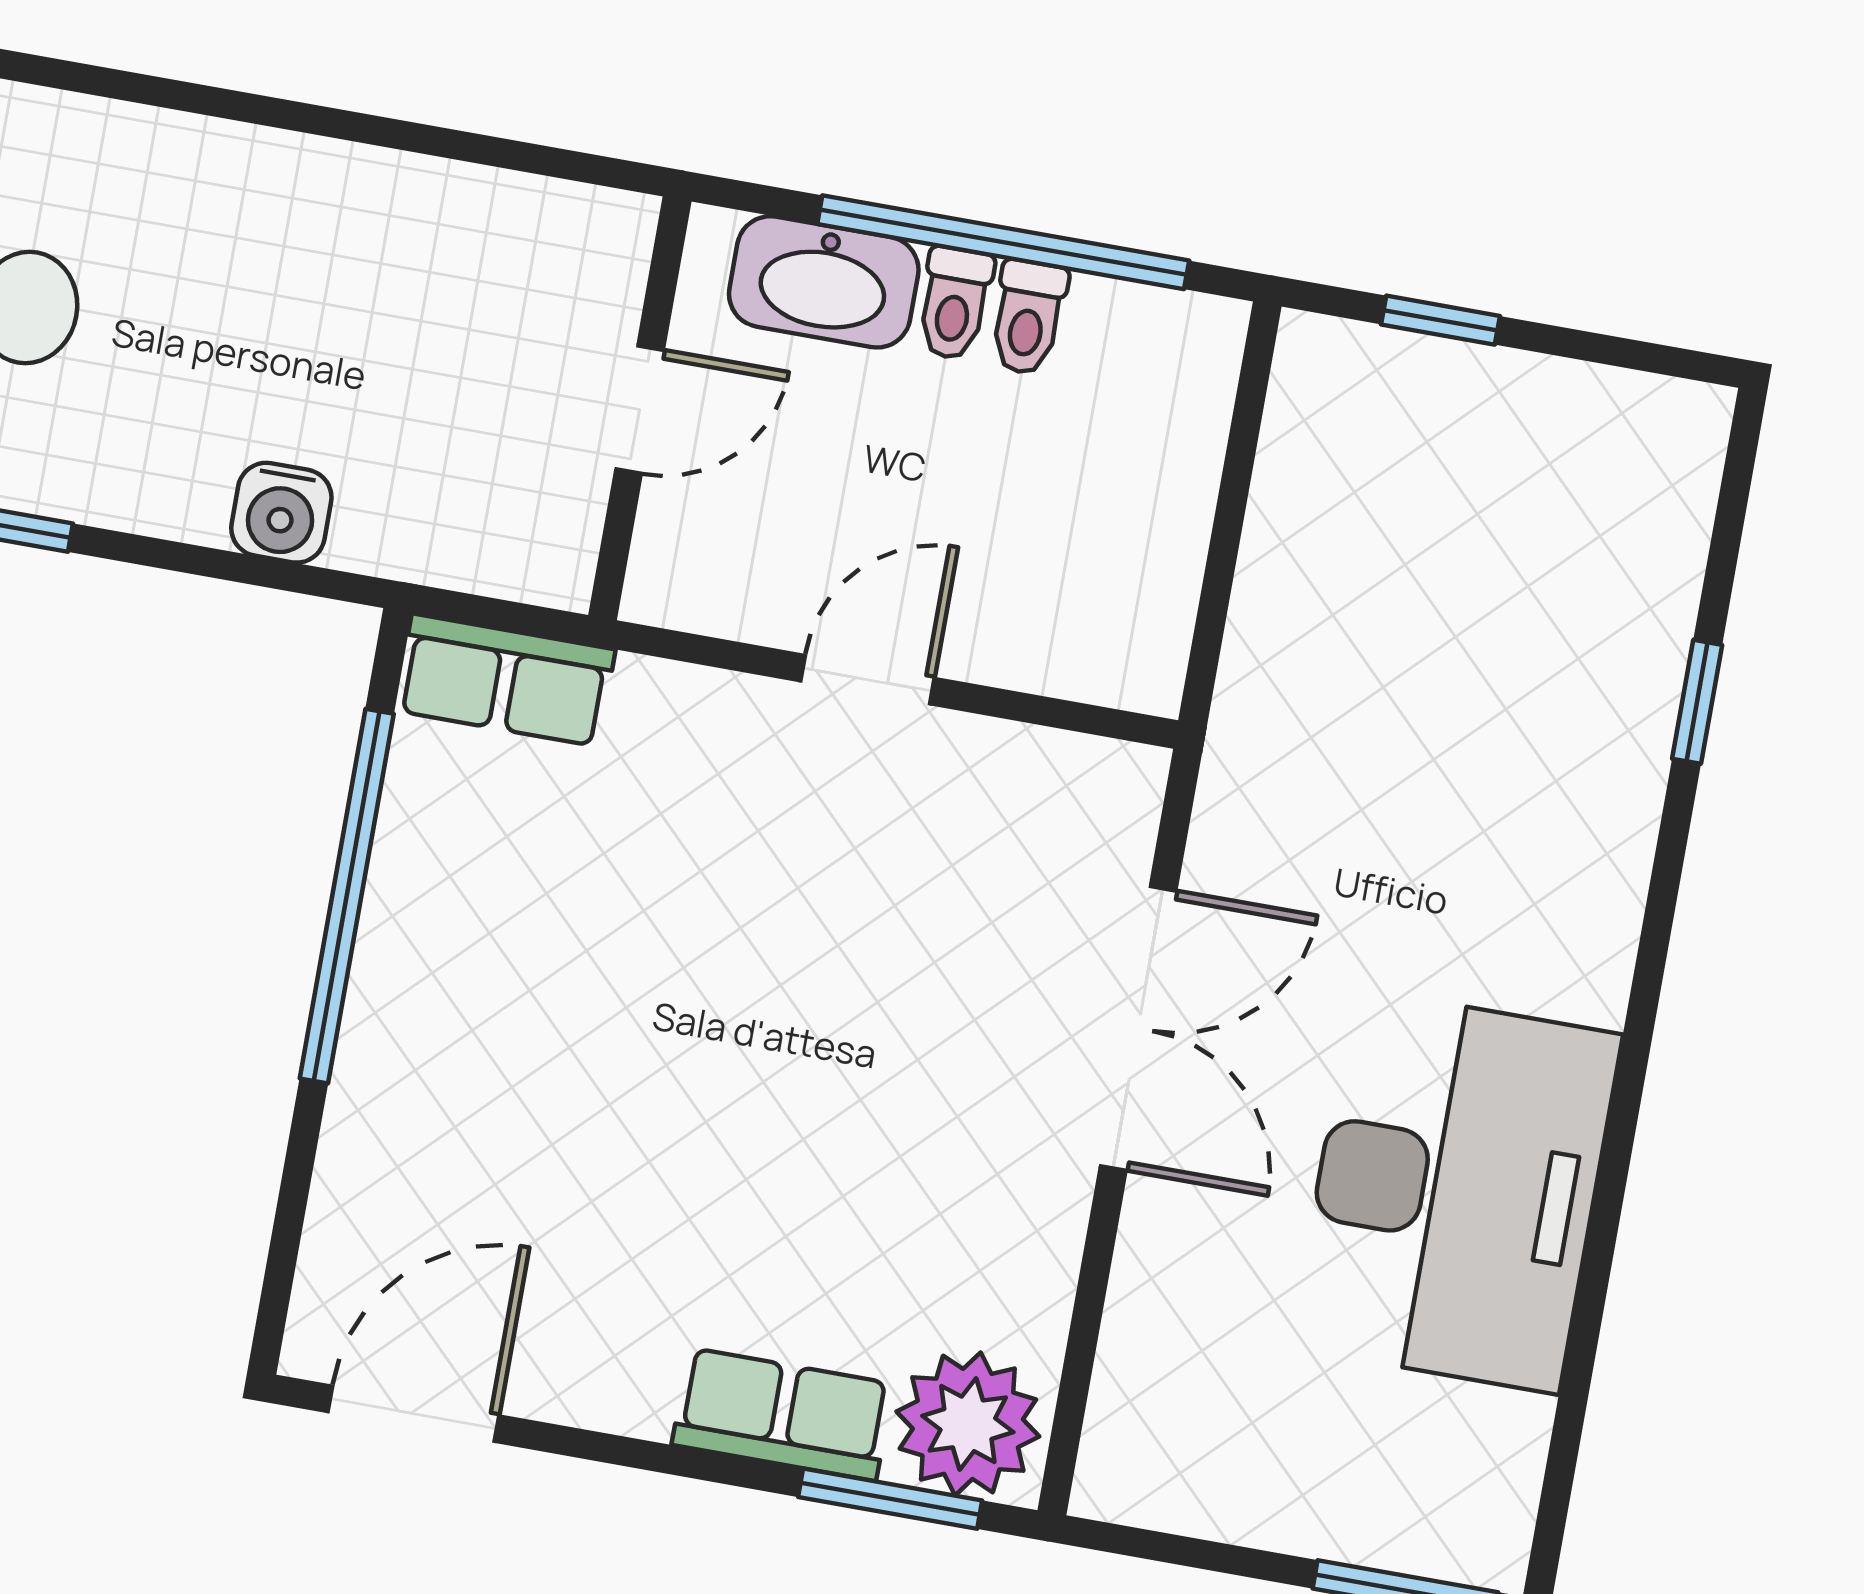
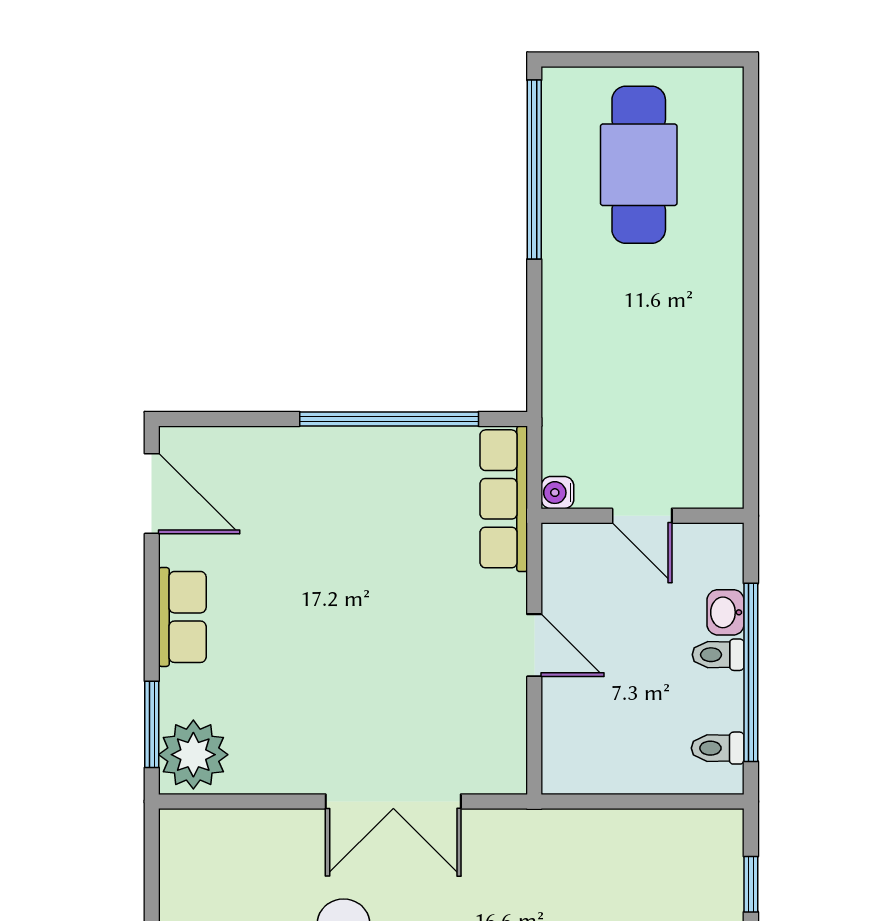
washbasin: (824, 282) -> (726, 612), width x0.52, depth x0.69
toilet: (1028, 317) -> (718, 748), moved
water cooler: (281, 513) -> (557, 493), moved, width x0.72, depth x0.72
row of seats: (505, 680) -> (504, 499), width x1.48
row of seats: (782, 1414) -> (182, 617), moved

